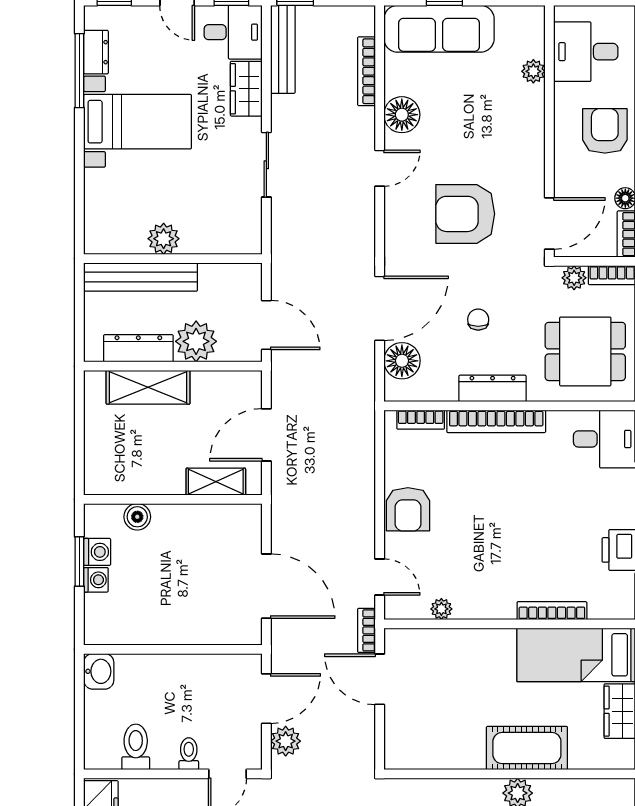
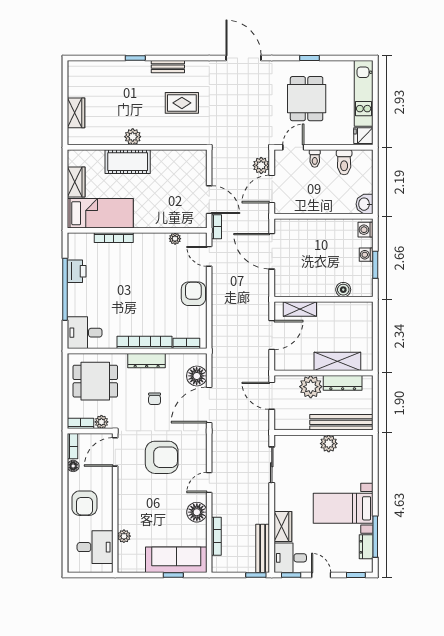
sliding door: (266, 165) -> (272, 465), moved
washing machine: (97, 552) -> (365, 230), moved

